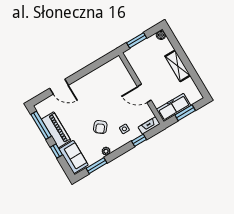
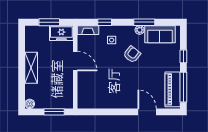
freezer: (174, 107) -> (61, 33), width x0.71
piano: (56, 130) -> (173, 89), moved
sofa: (74, 157) -> (160, 34), moved, turned -90
window: (96, 166) -> (144, 22), moved

